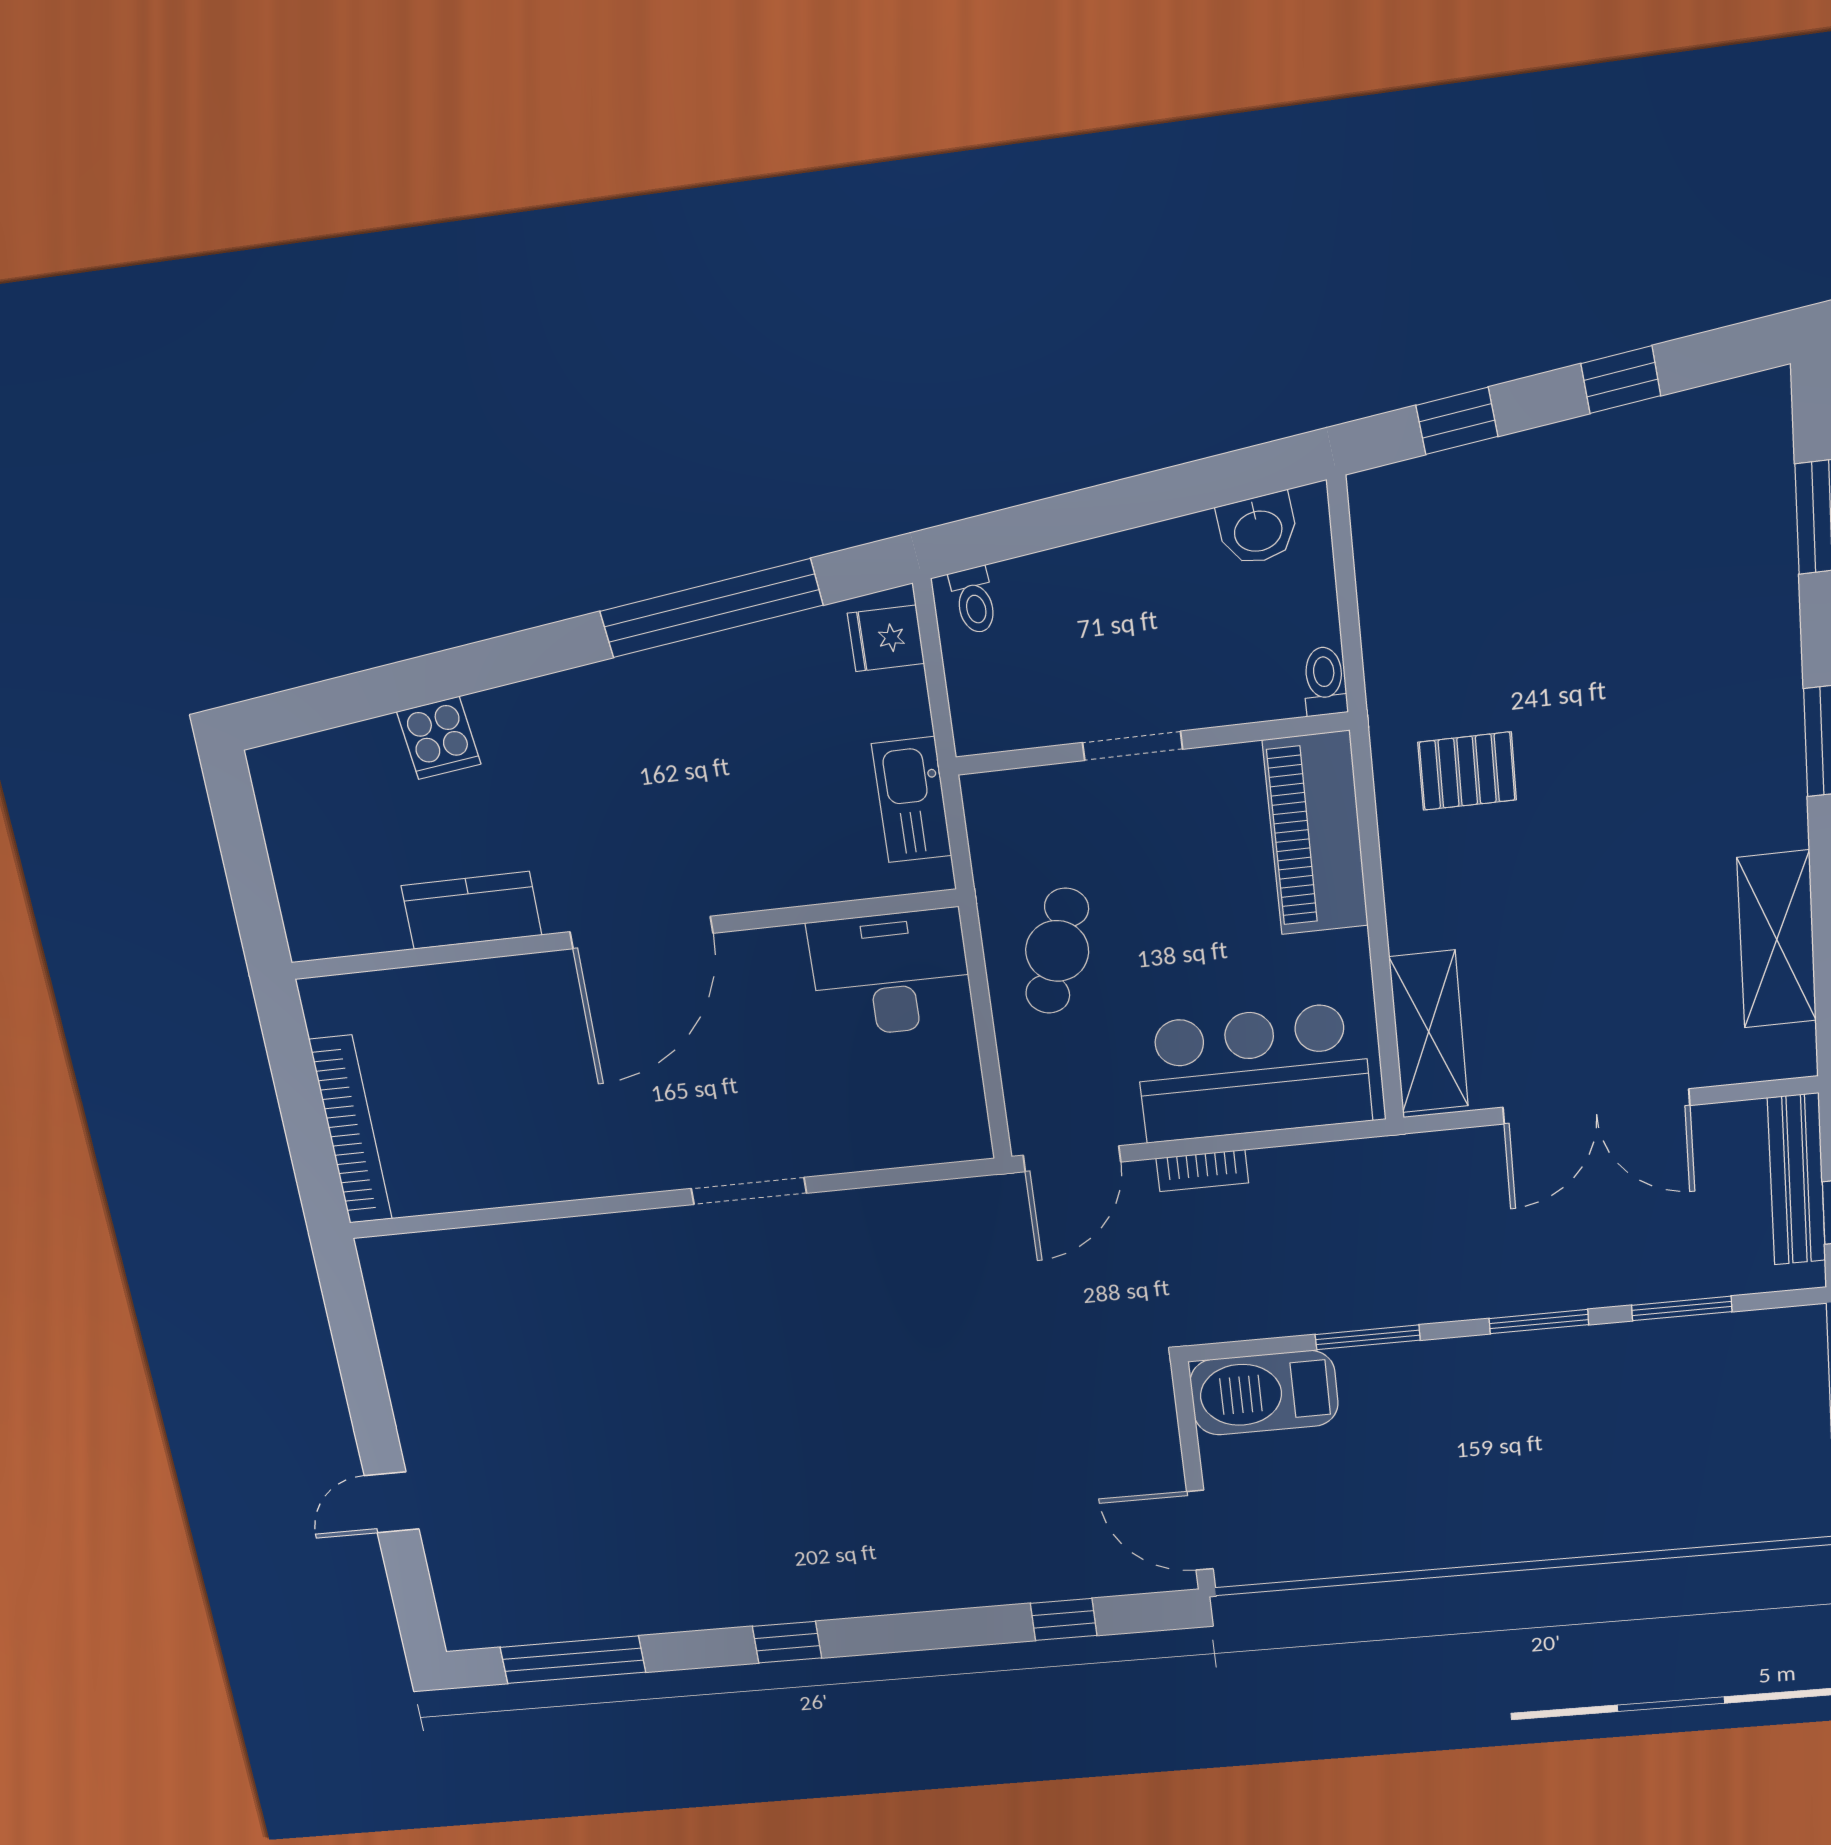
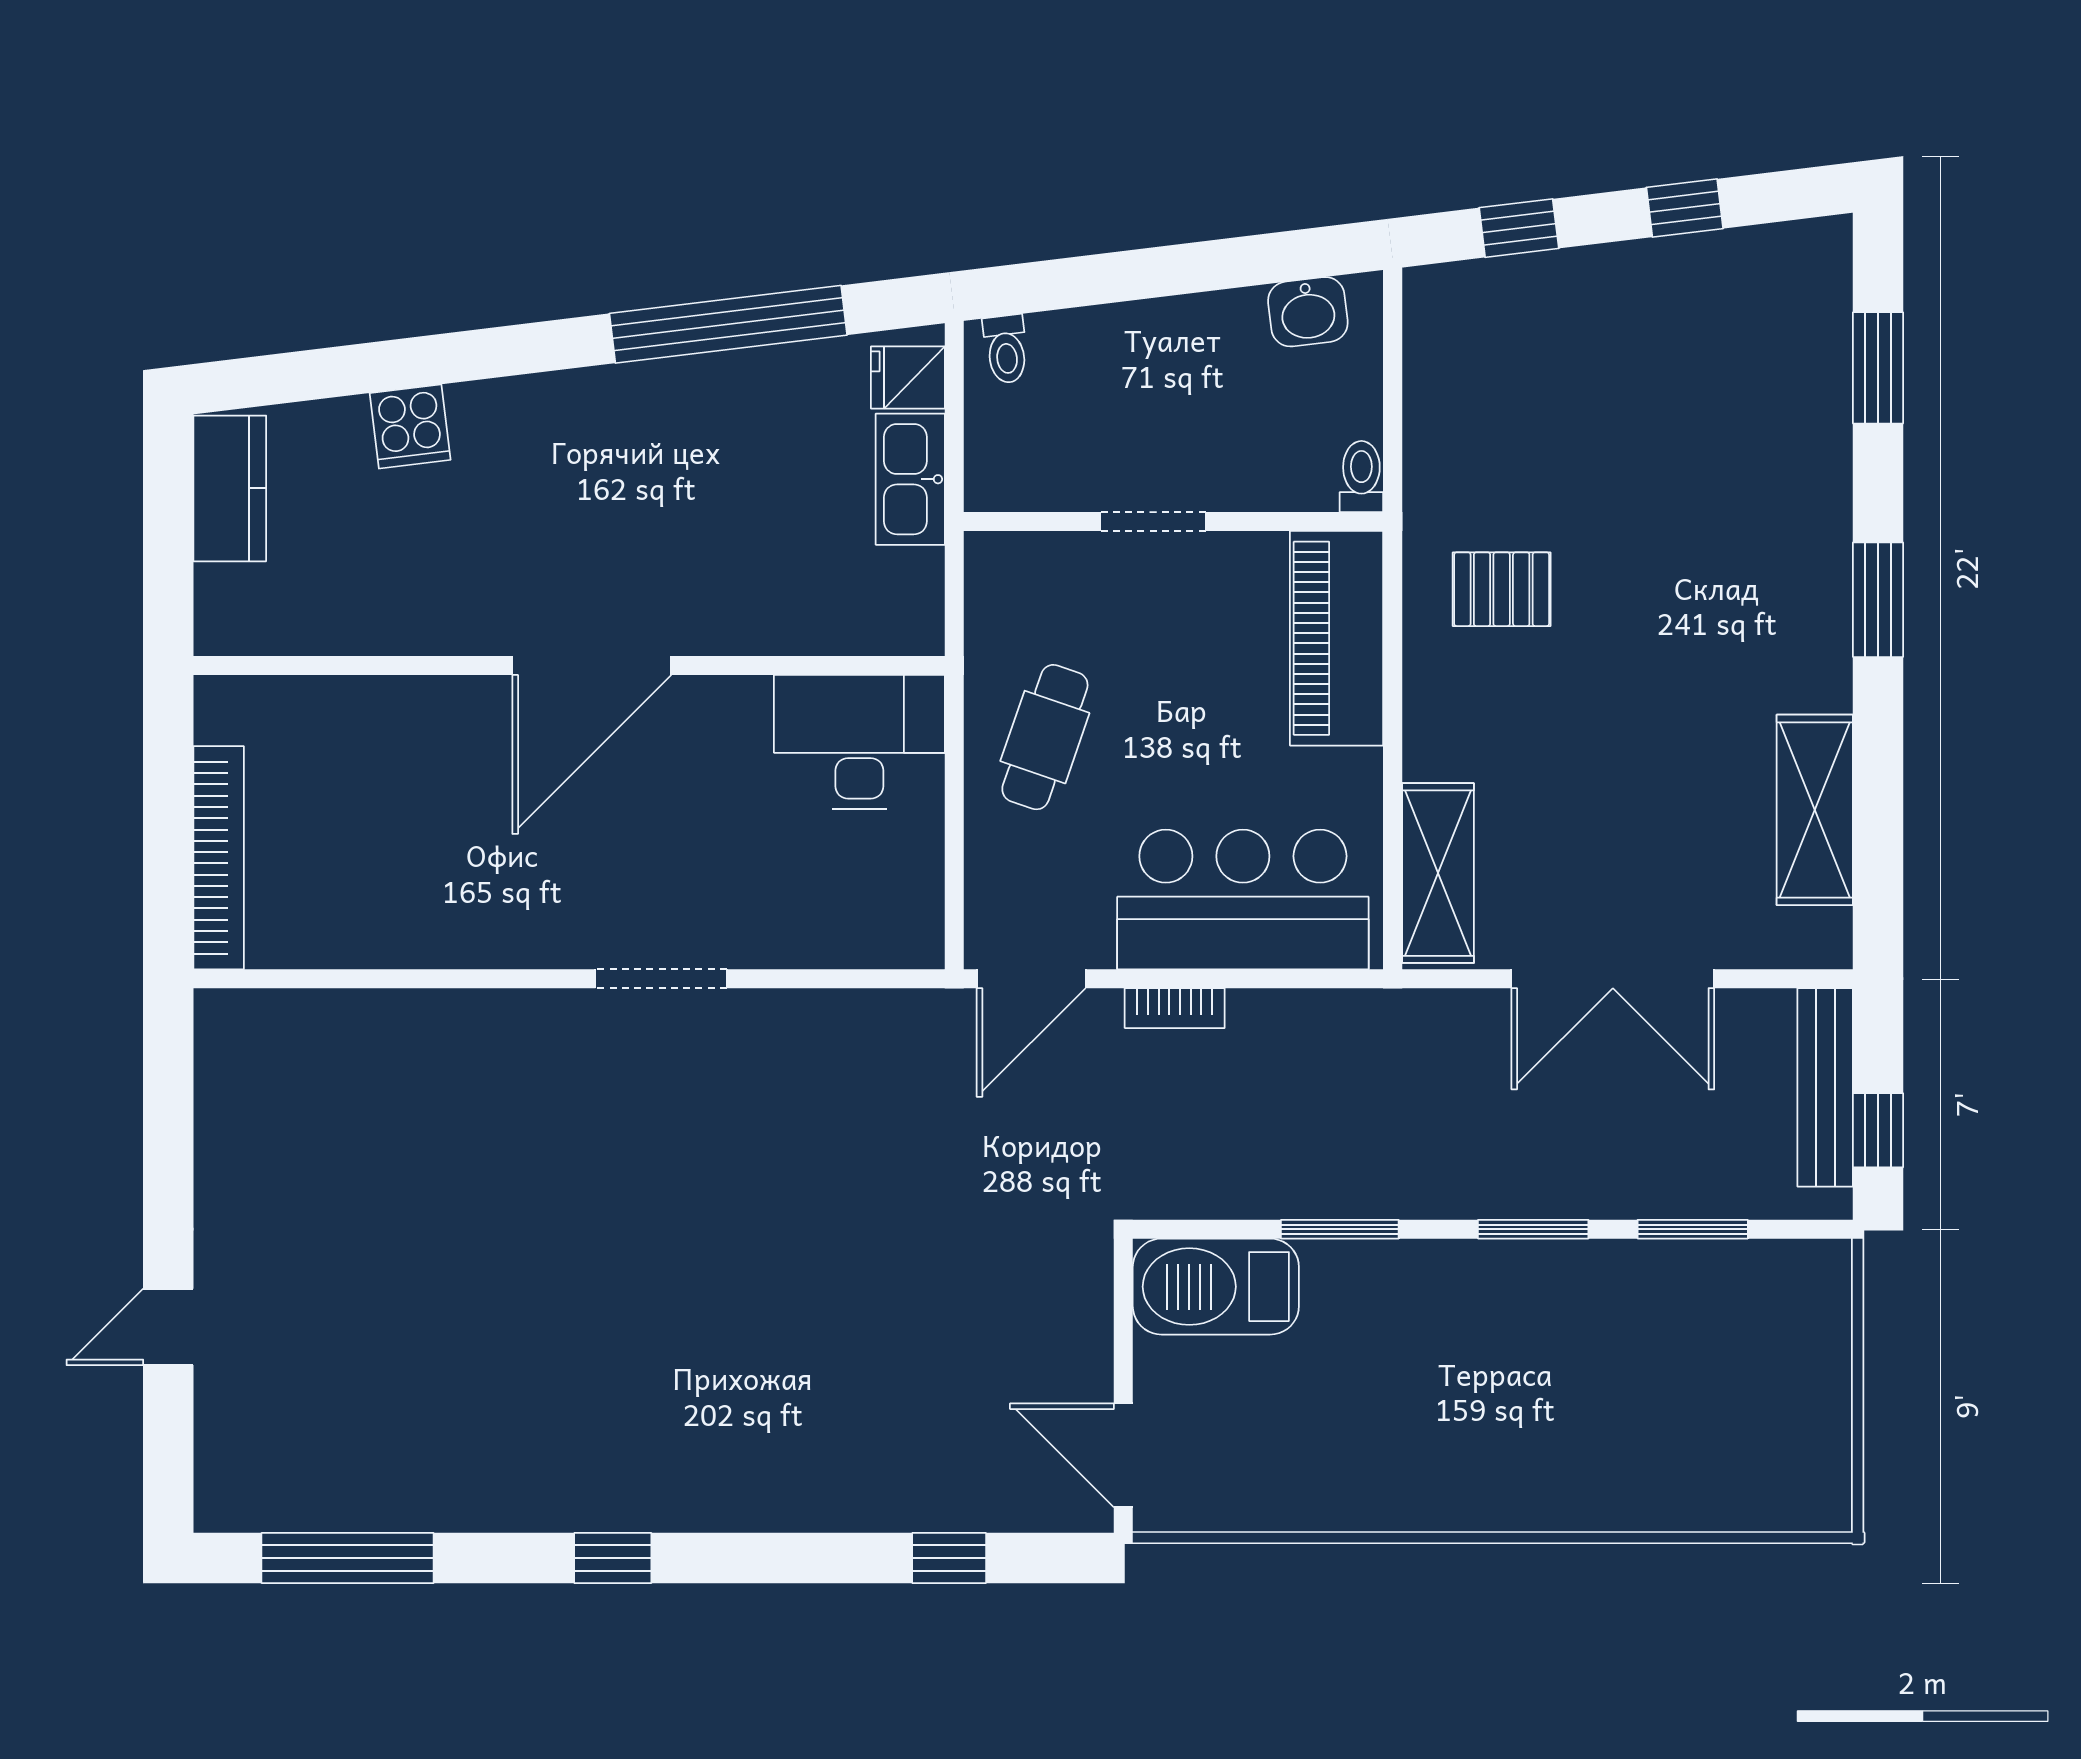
kitchen sink: (912, 800) -> (910, 479), moved
kitchen counter: (471, 910) -> (230, 488), moved, turned 90

